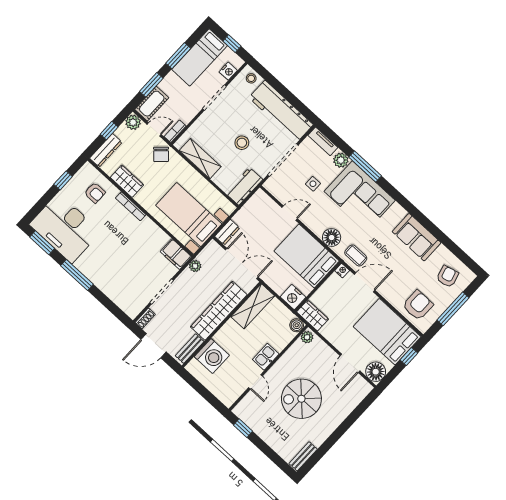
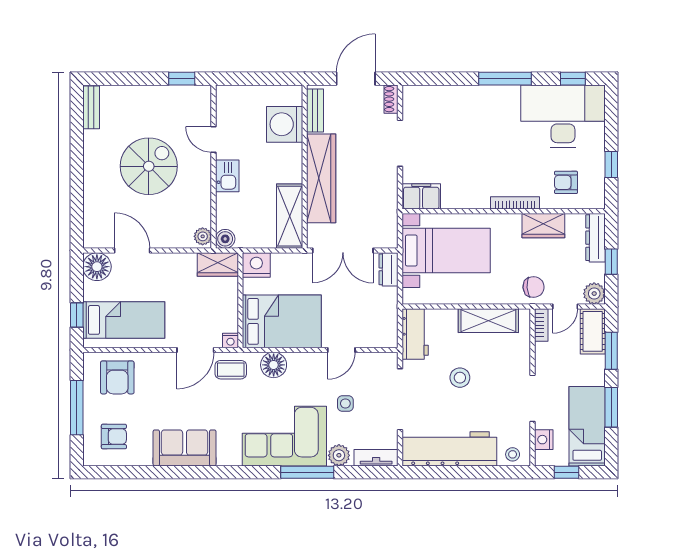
chair: (161, 154) -> (534, 287), turned 129
window: (42, 243) -> (573, 79), width x0.67
plant: (195, 266) -> (389, 203), removed
armchair: (447, 276) -> (114, 437), turned -75
bed: (387, 332) -> (124, 320), width x0.67

